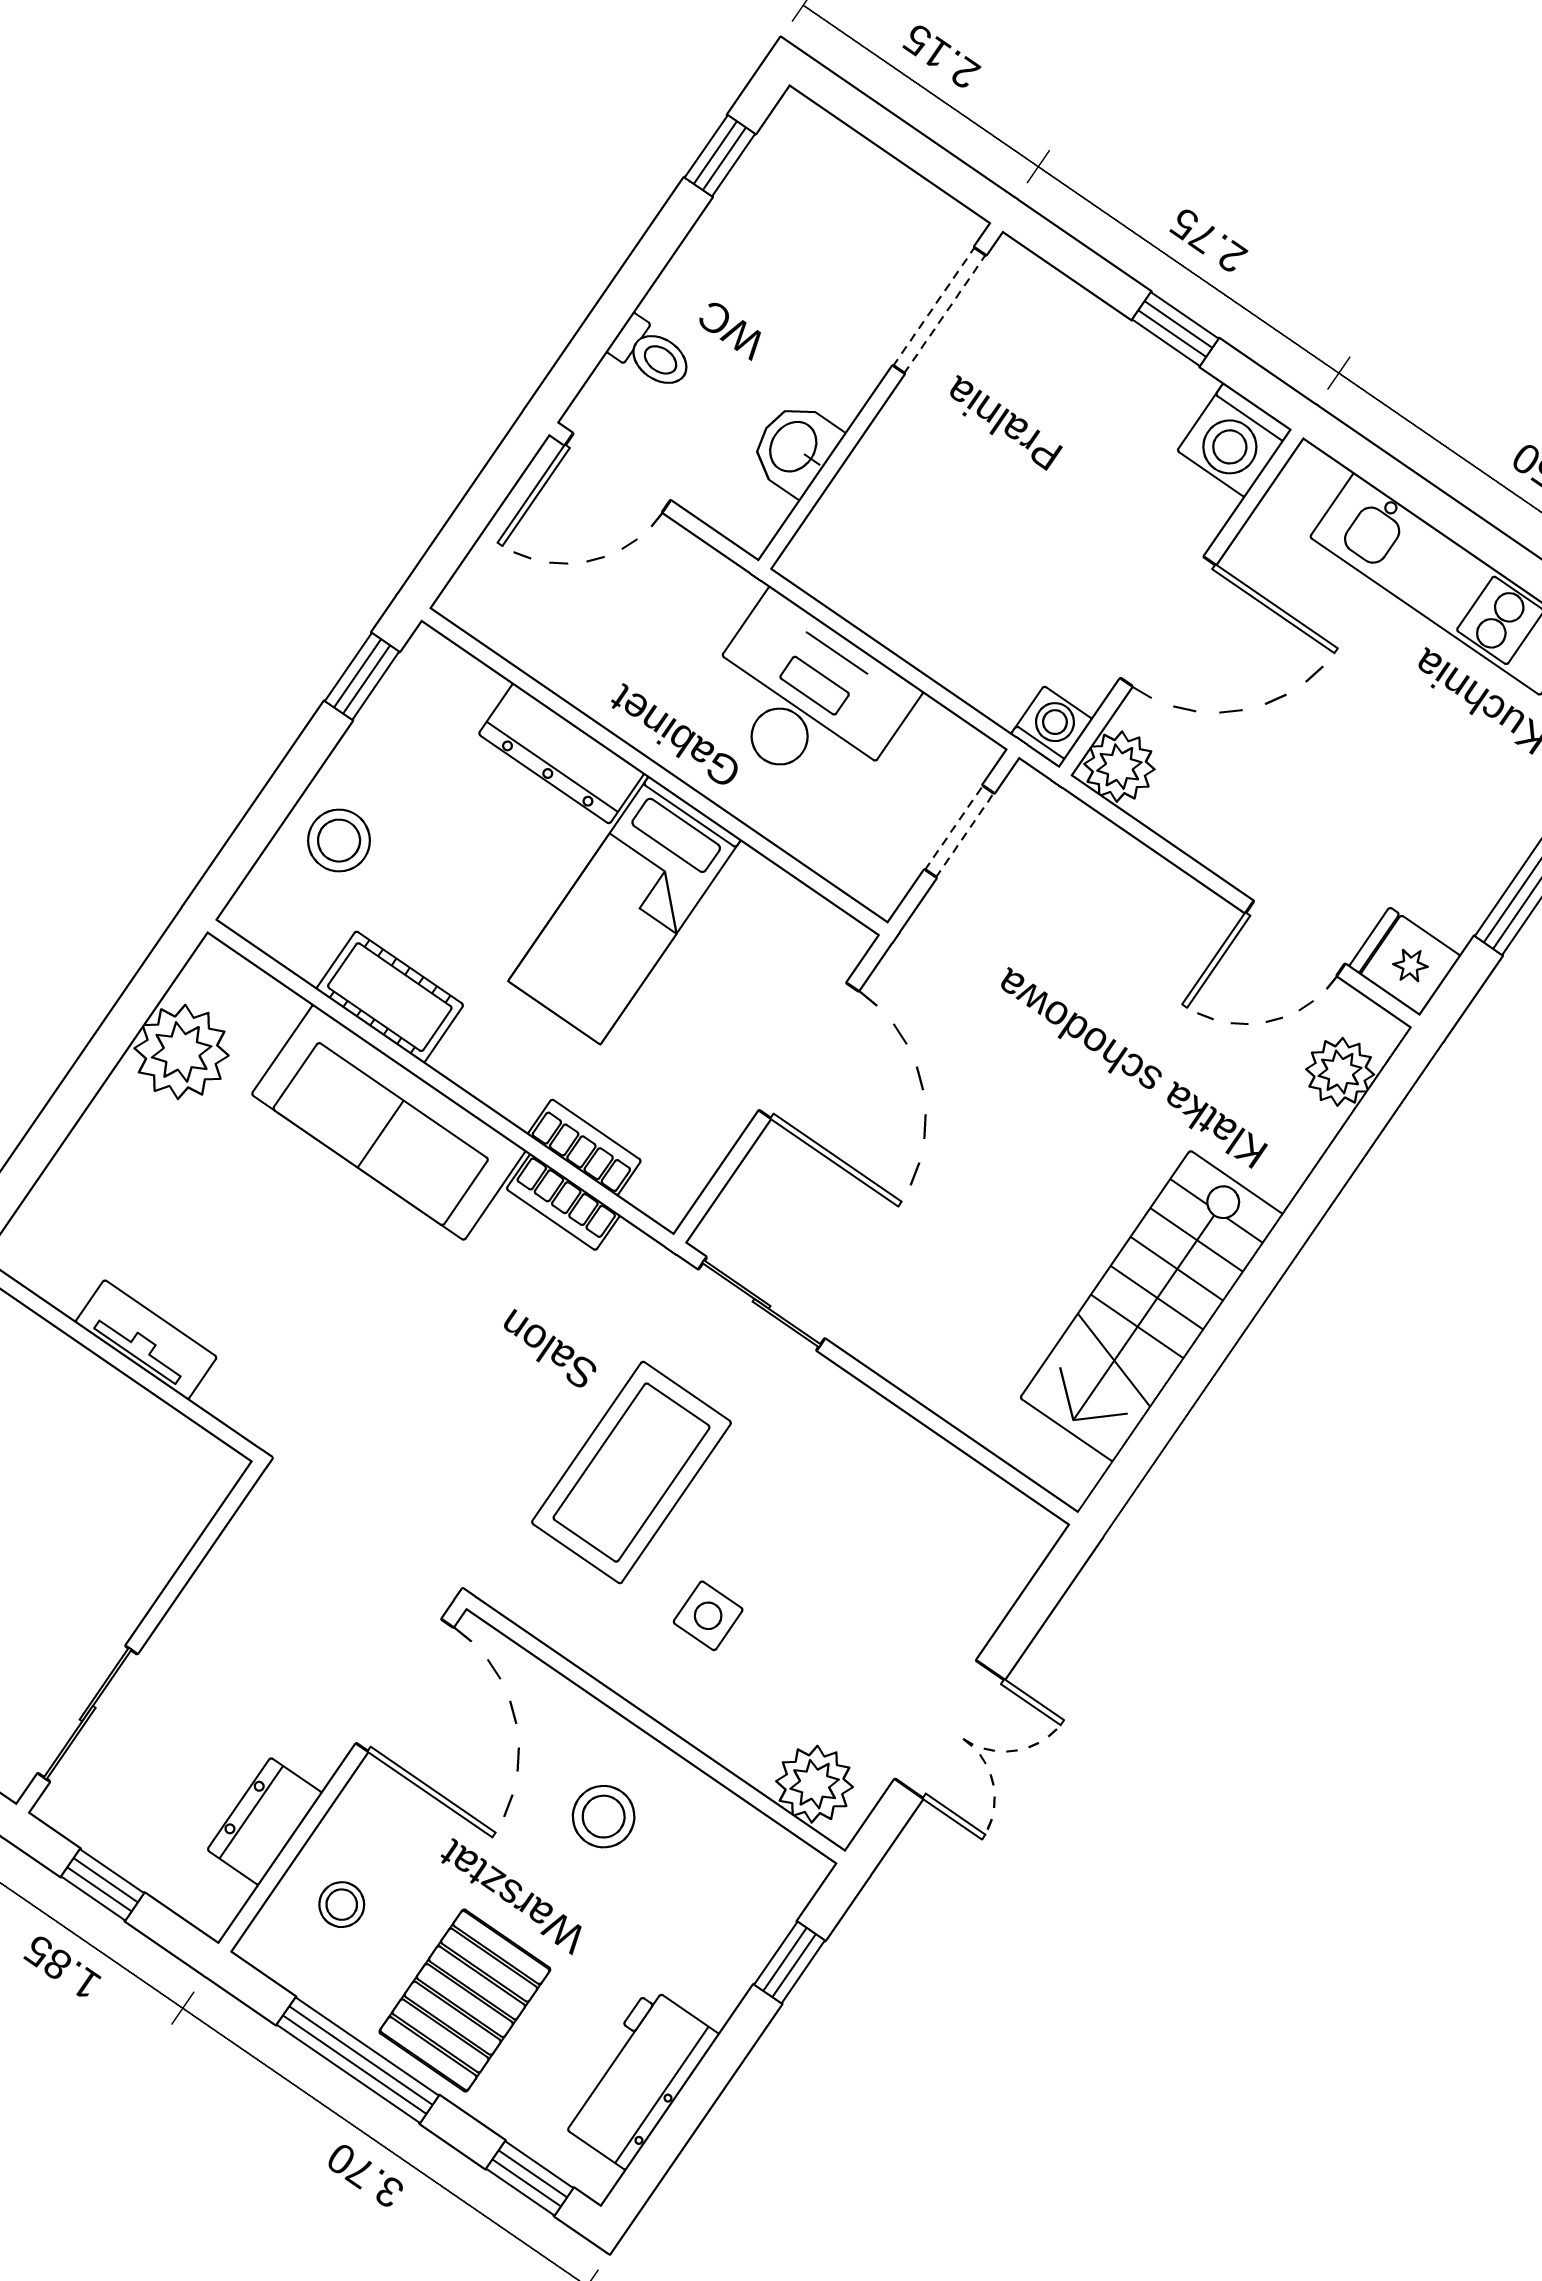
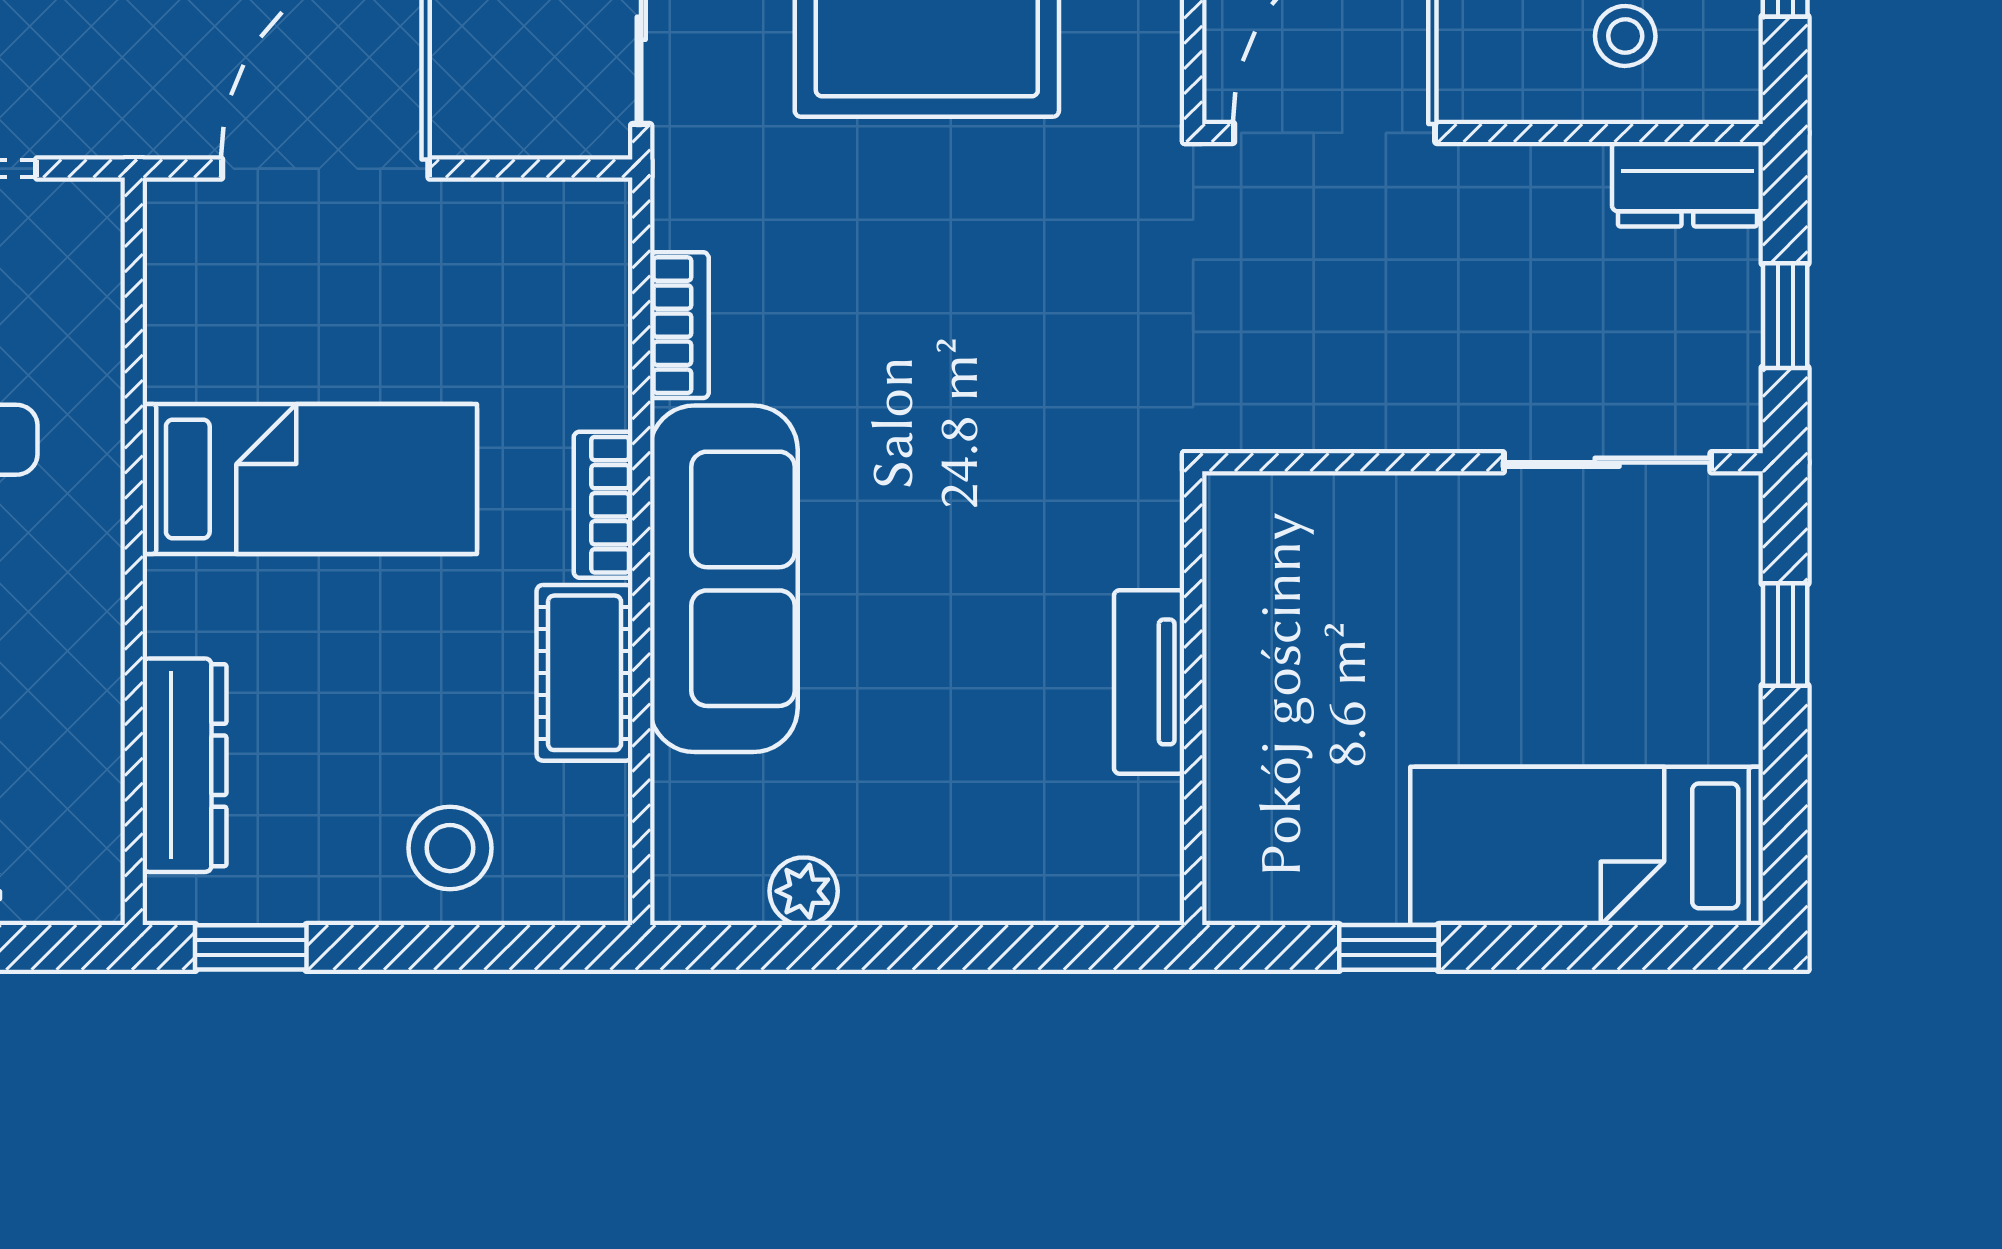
dresser: (562, 754) -> (185, 765), moved
plant: (182, 1052) -> (804, 891), width x0.53, depth x0.53
bookcase: (584, 1148) -> (603, 505), moved
dresser: (265, 1822) -> (1687, 184), moved

